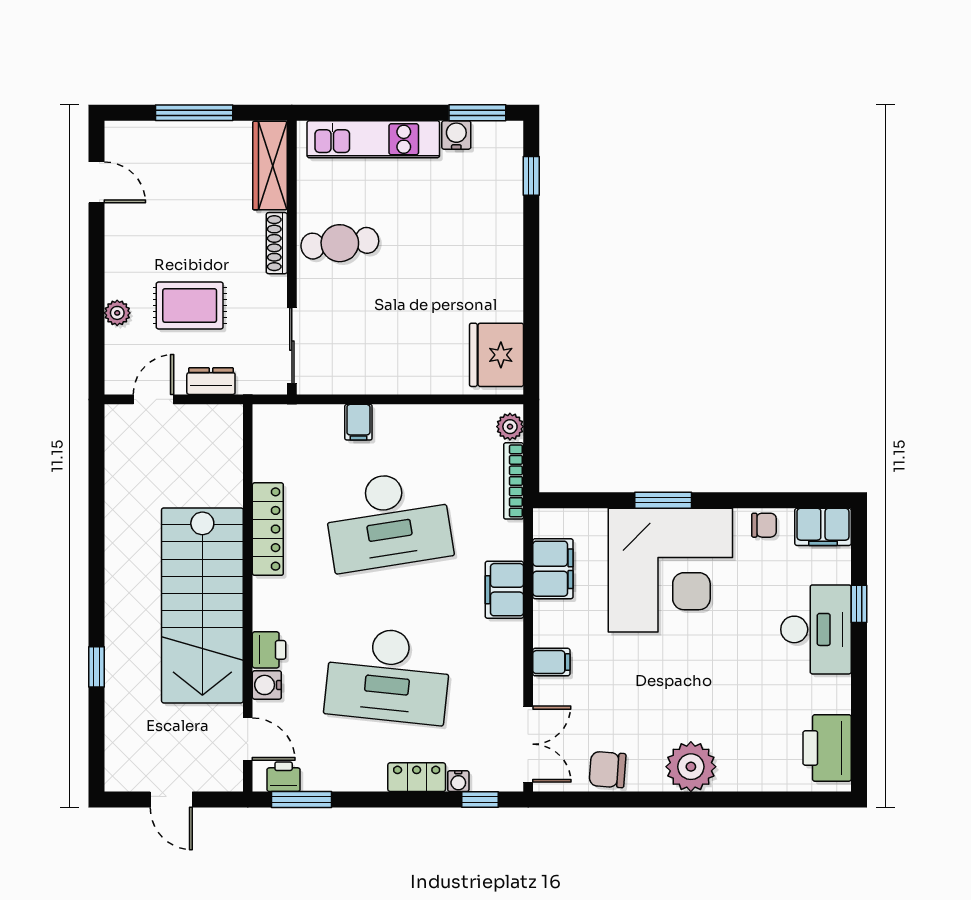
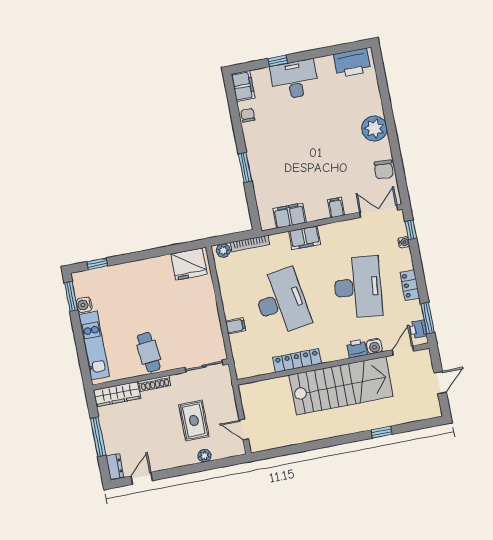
dresser: (211, 381) -> (115, 466), moved, turned 180
corner desk: (670, 570) -> (279, 157), removed
locker: (417, 777) -> (410, 285), moved

